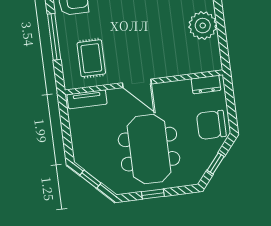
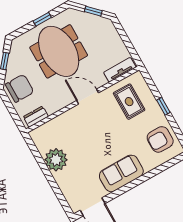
window: (54, 37) -> (163, 106), width x0.46

